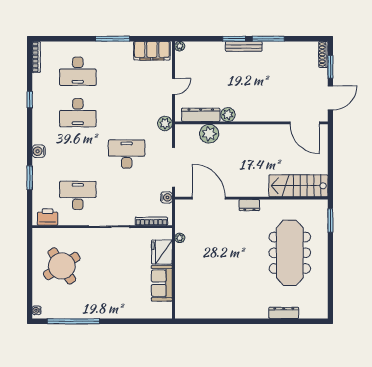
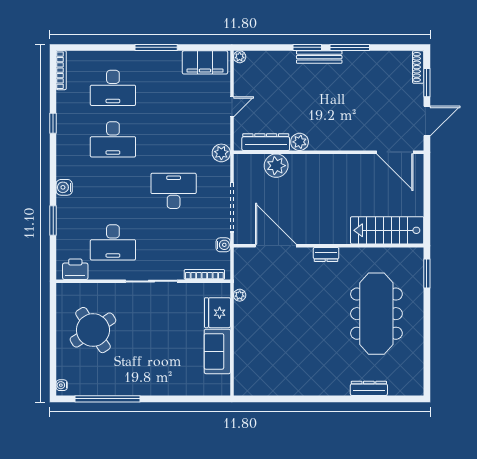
desk: (78, 195) -> (113, 242), turned 180

